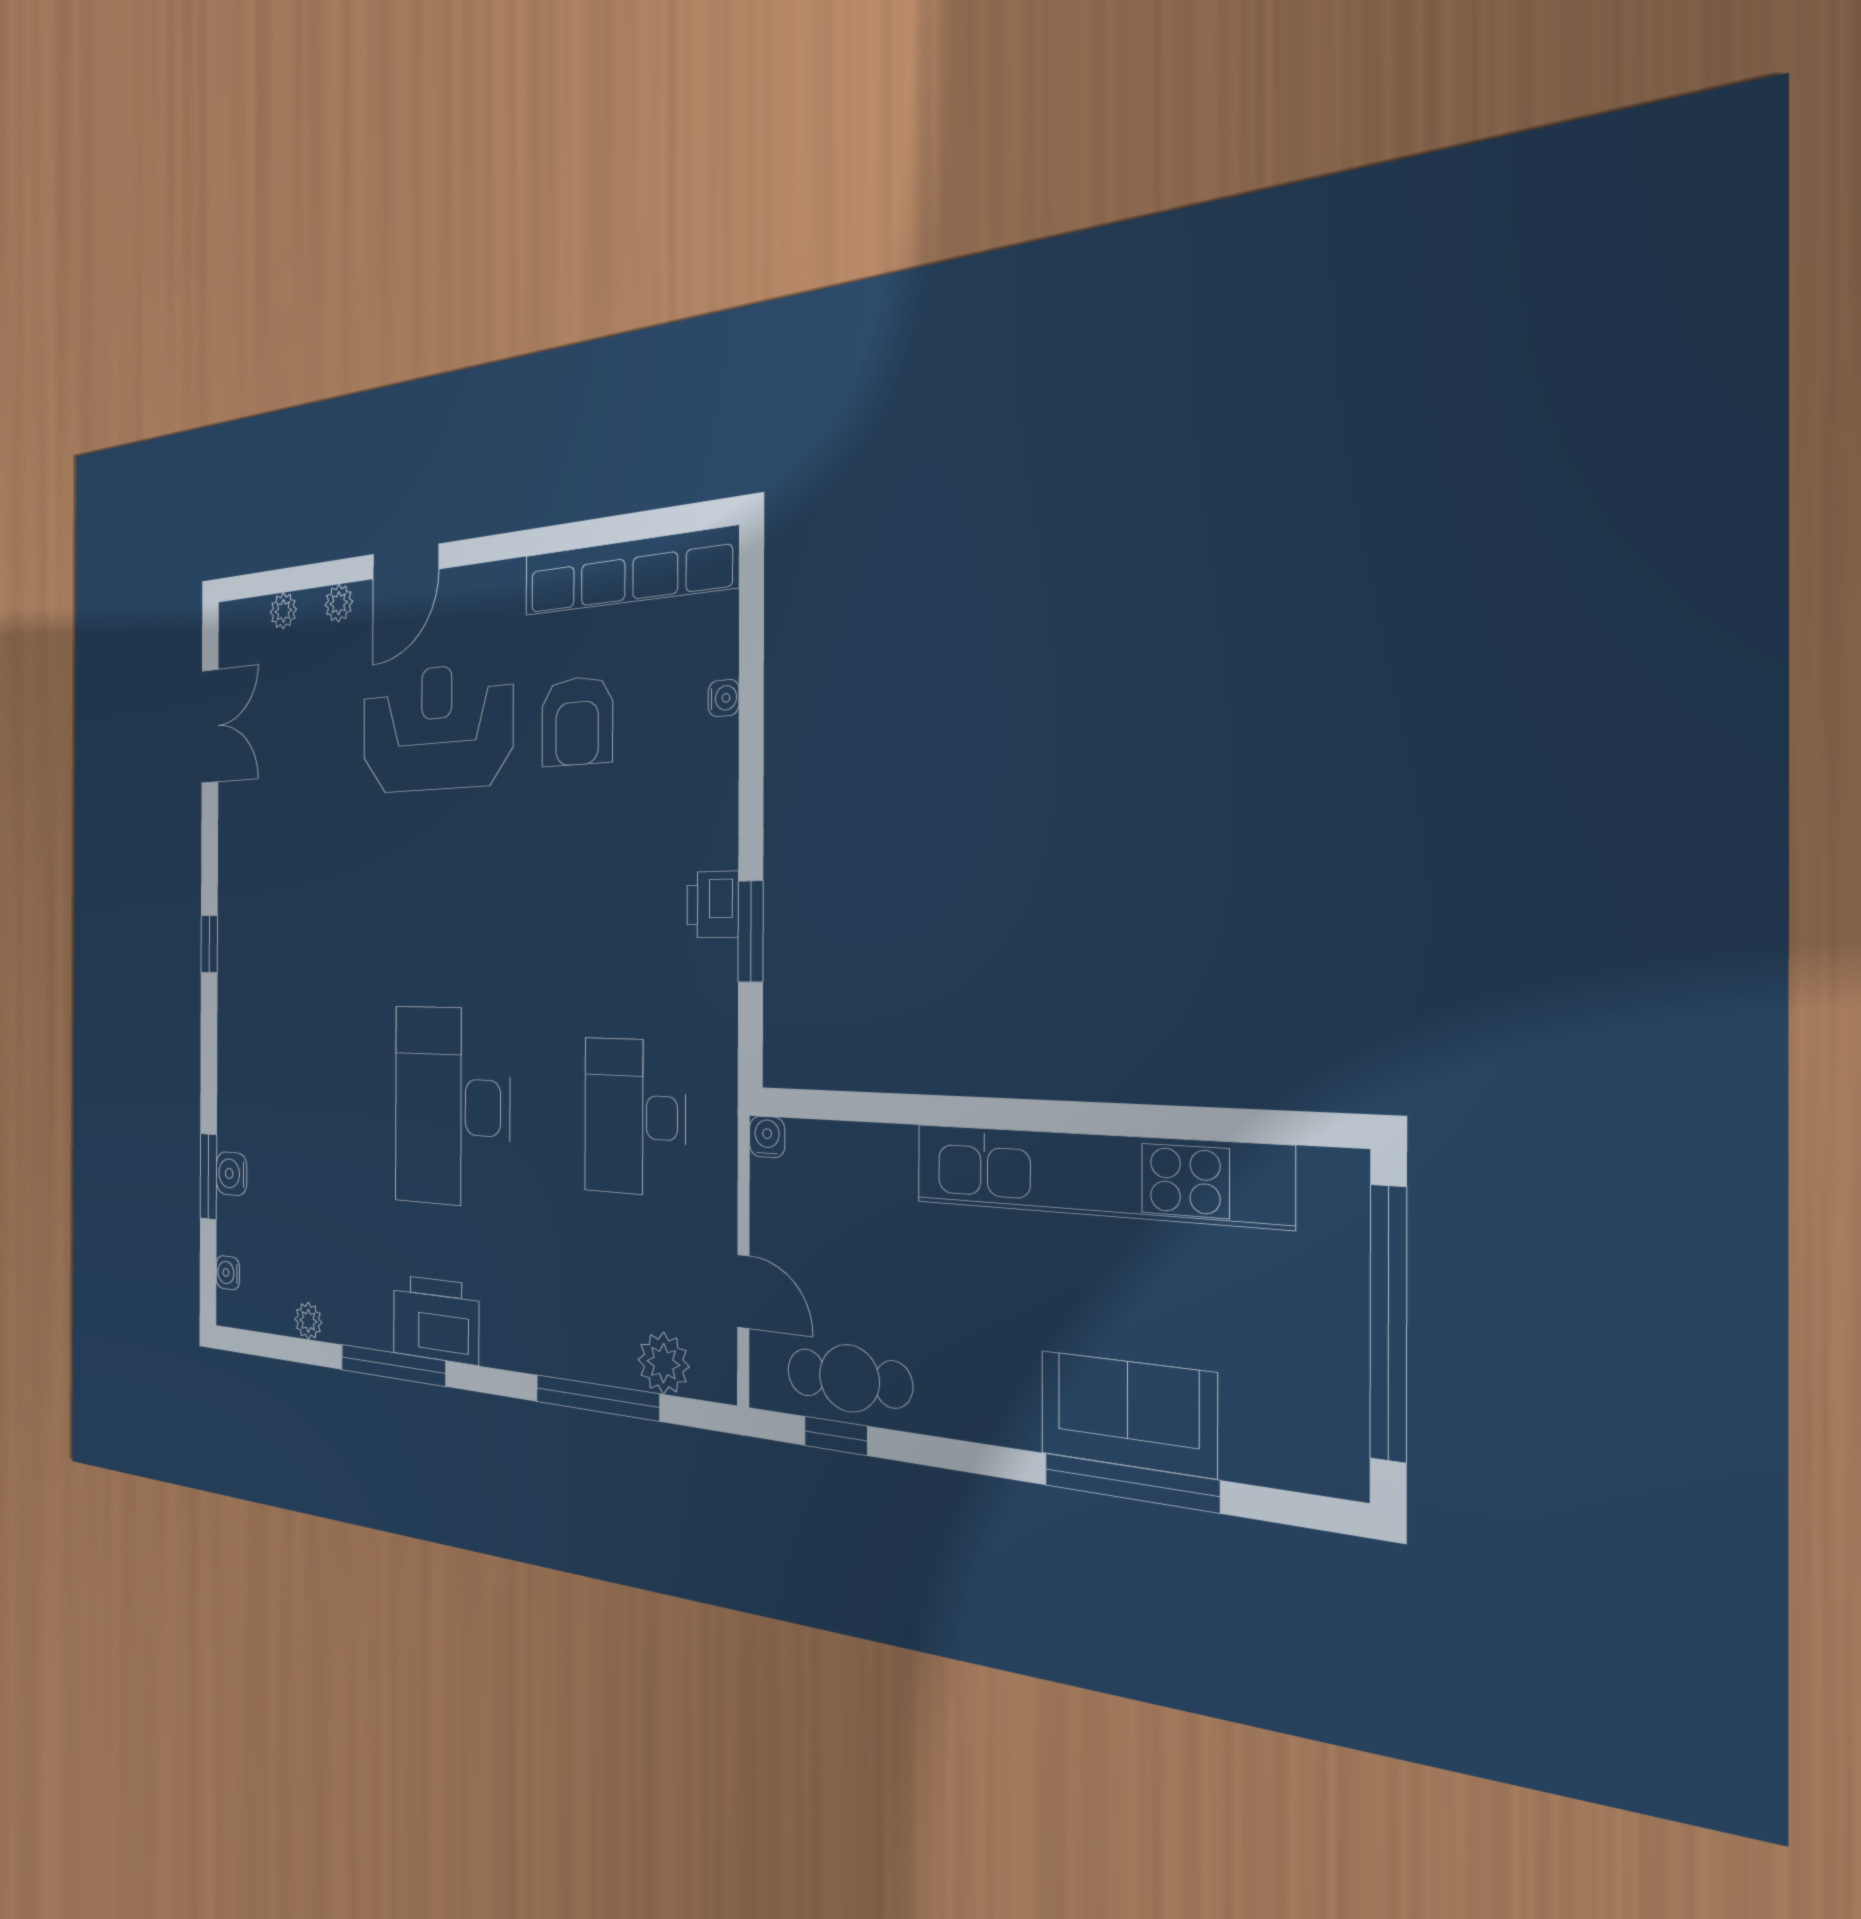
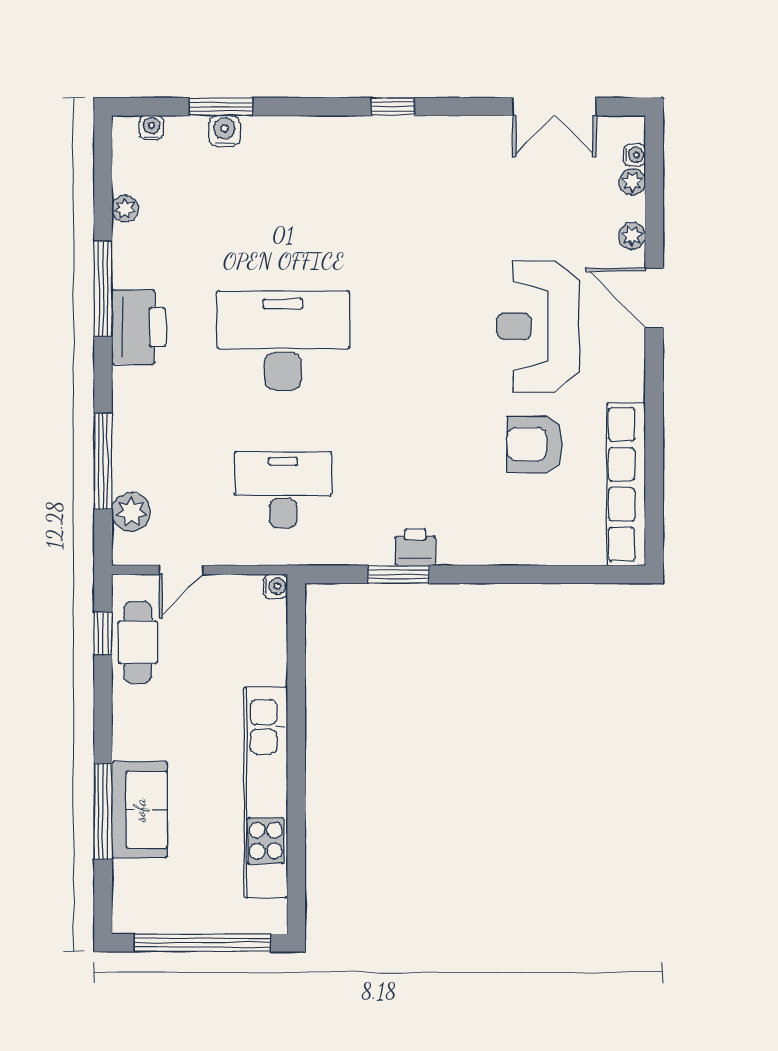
water cooler: (724, 698) -> (635, 155), moved, turned -90
reception desk: (437, 728) -> (538, 326), turned 180

